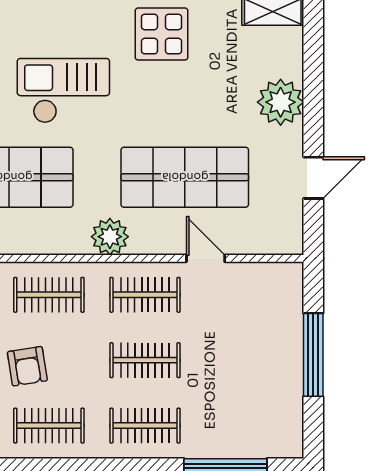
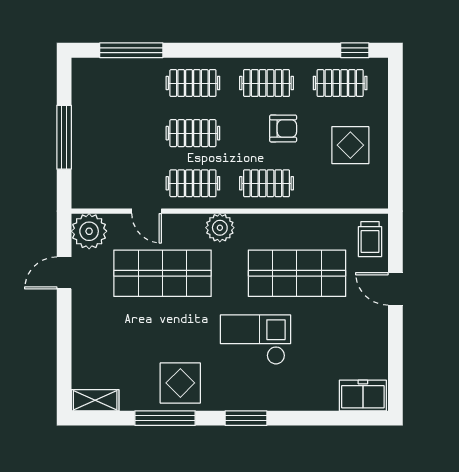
checkout: (63, 91) -> (255, 340), turned 180
plant: (281, 102) -> (89, 231), moved
armchair: (27, 366) -> (283, 128), turned 99

